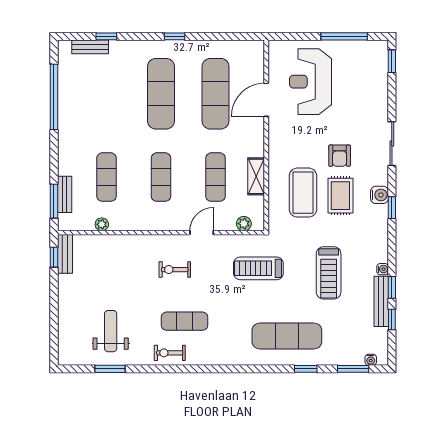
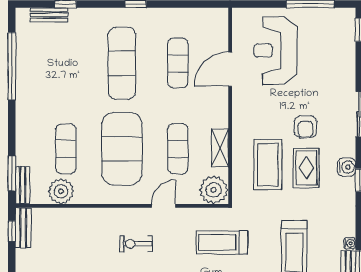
exercise mat: (215, 94) -> (178, 63), width x0.73, depth x0.69
exercise mat: (161, 177) -> (122, 149), width x2.00, depth x1.45
bench: (65, 194) -> (23, 185), moved
plant: (102, 224) -> (61, 191), width x1.87, depth x1.87
plant: (244, 224) -> (214, 190), width x1.87, depth x1.87

